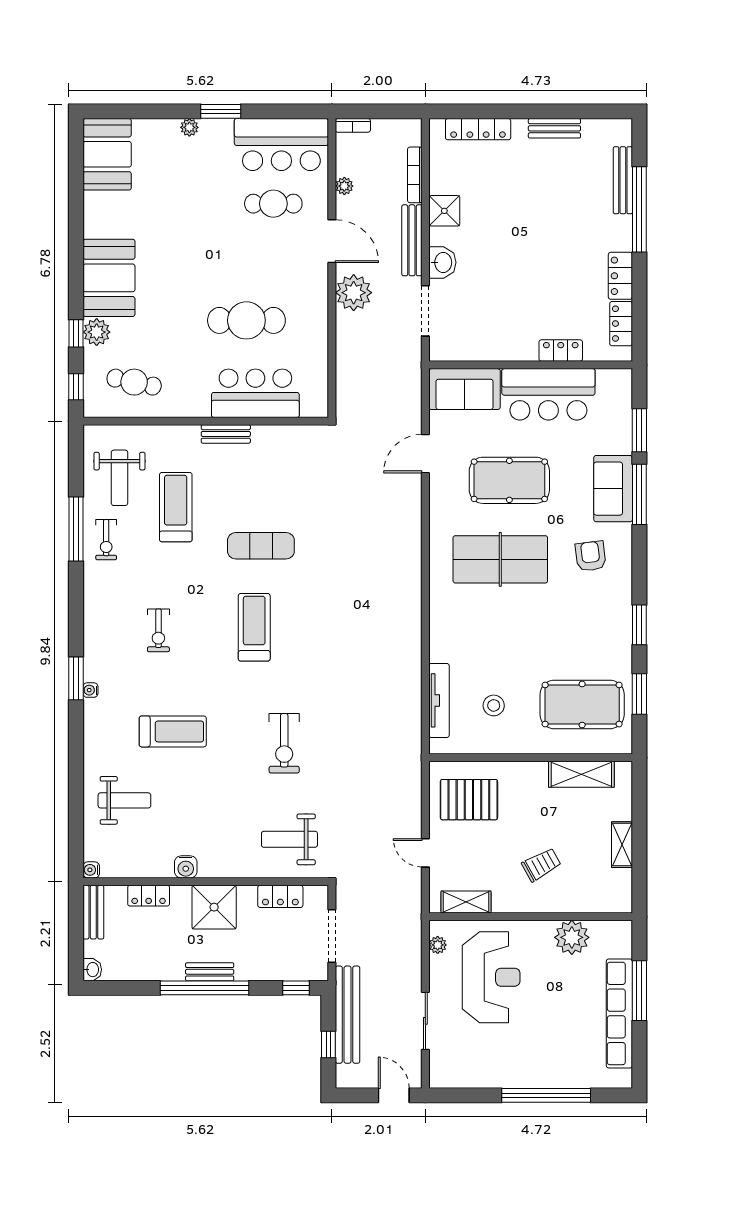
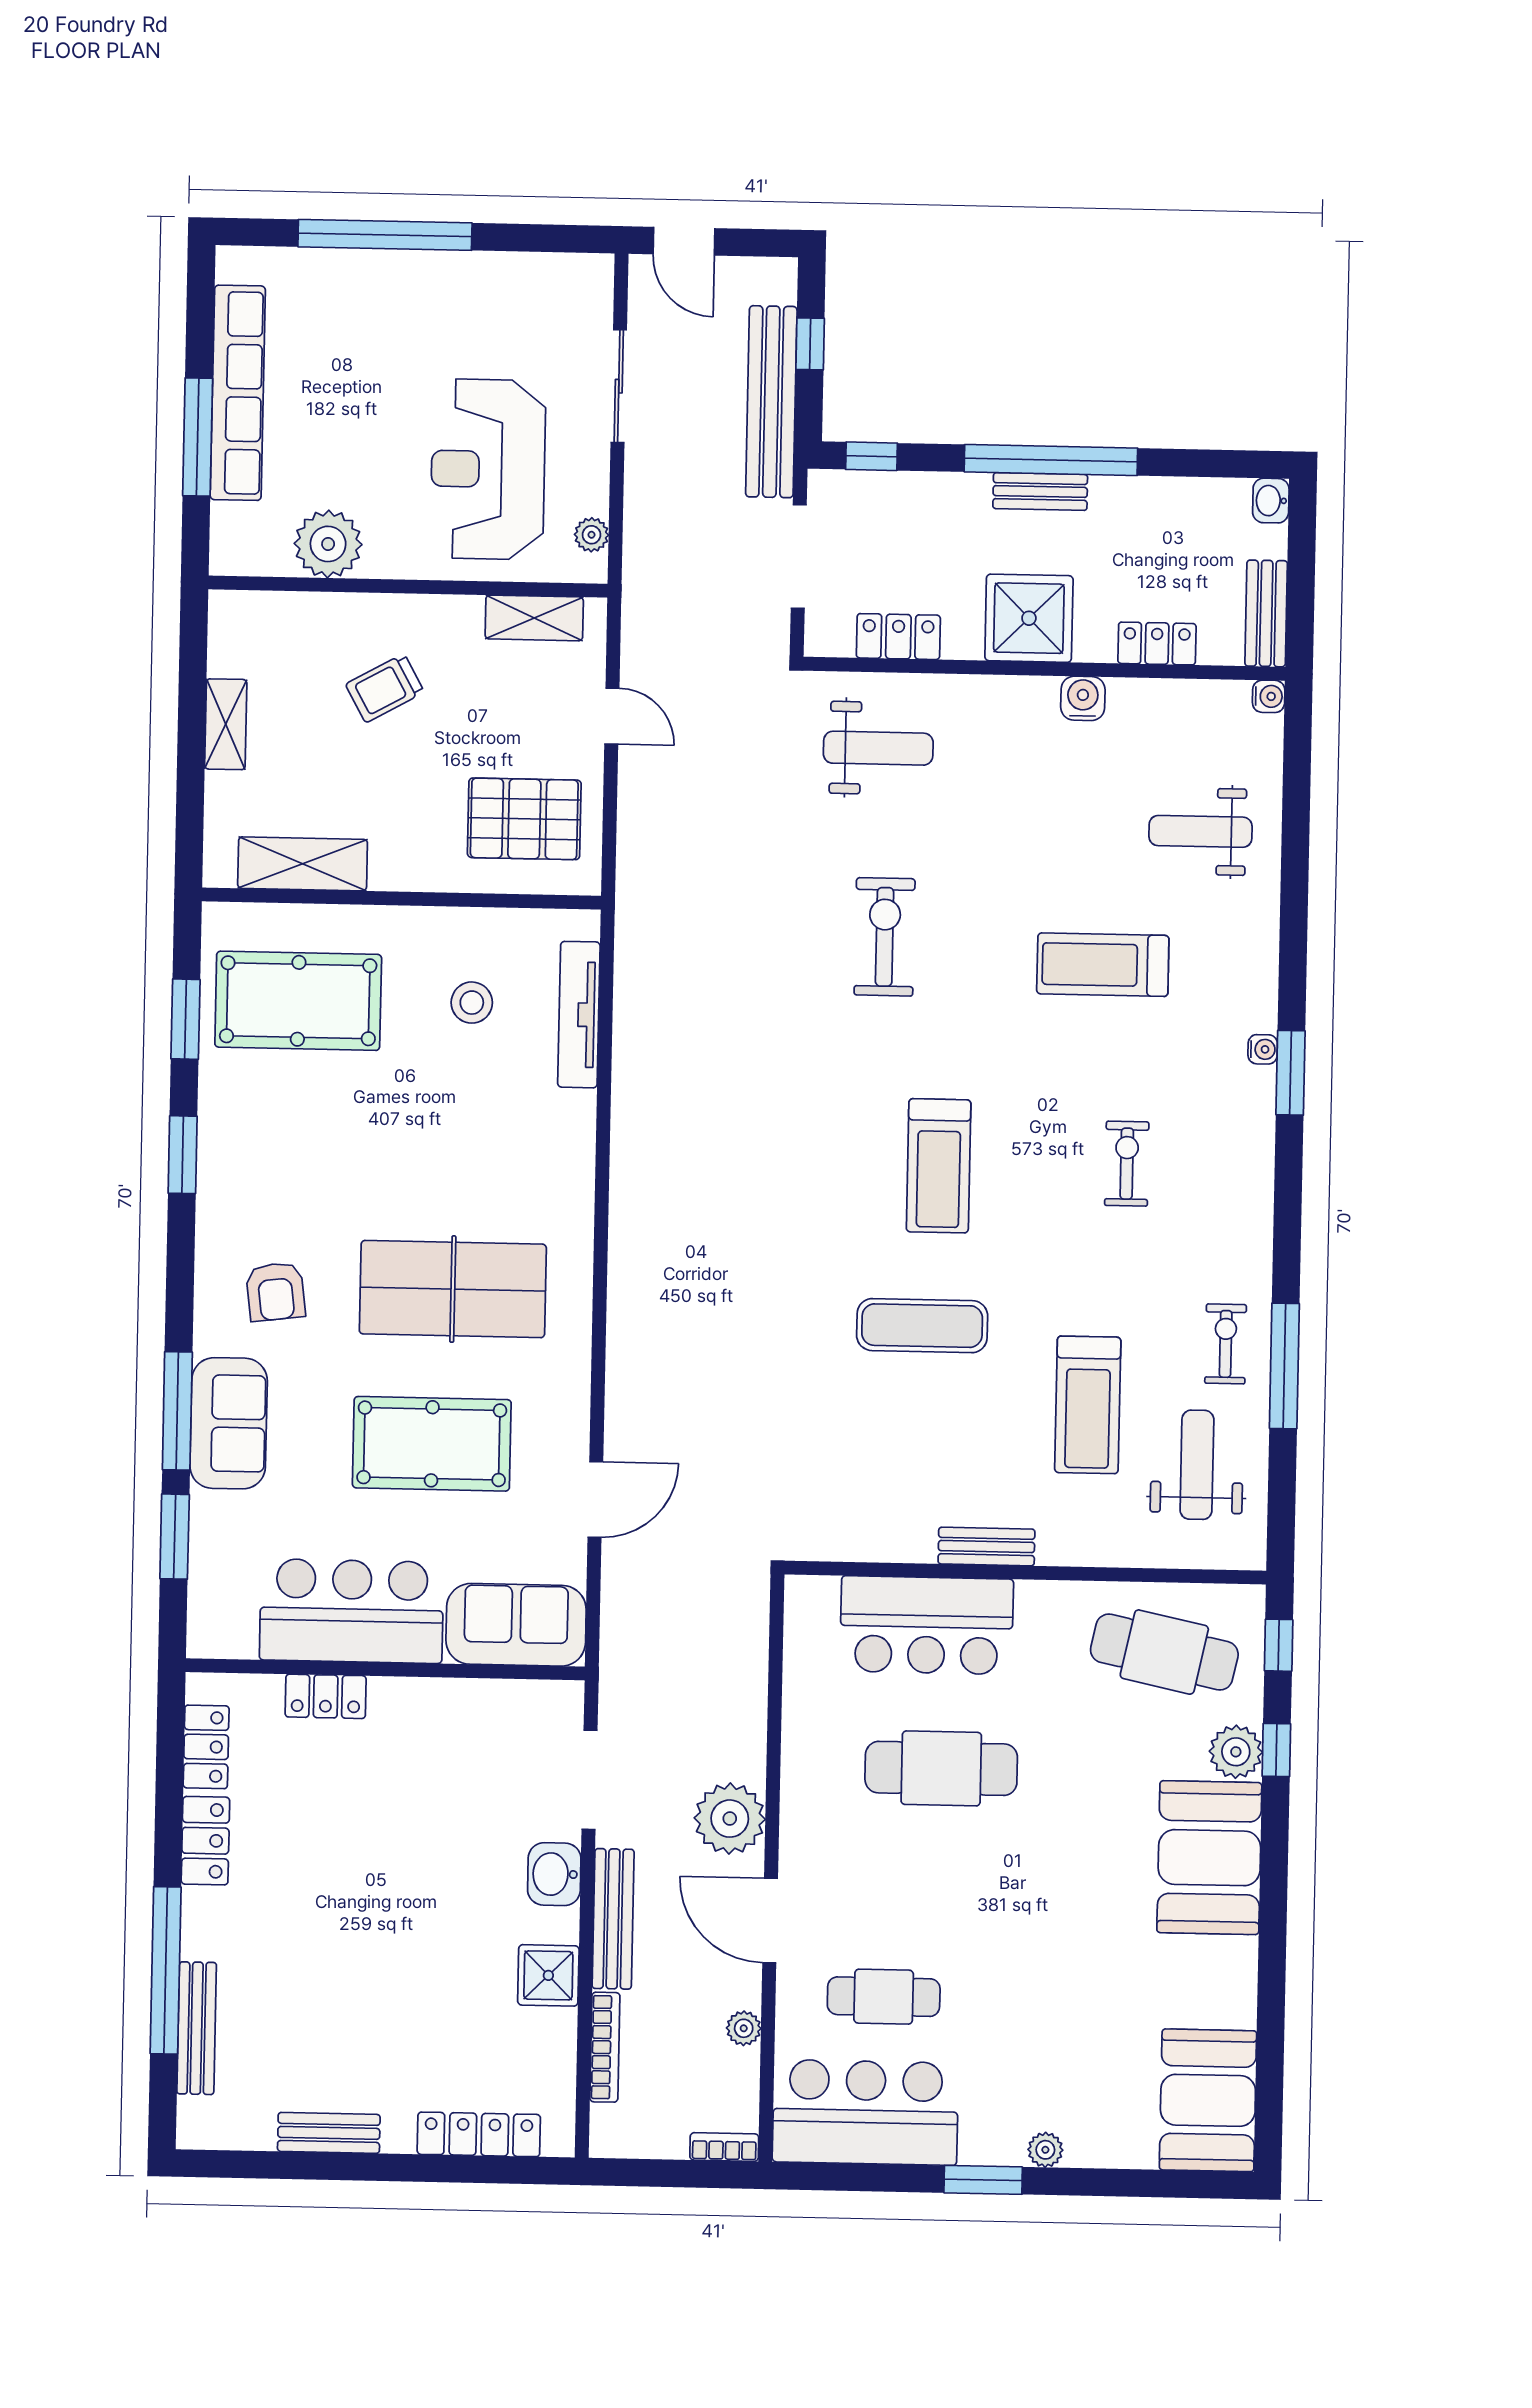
cafe table: (134, 382) -> (1164, 1652), width x1.37, depth x1.35

